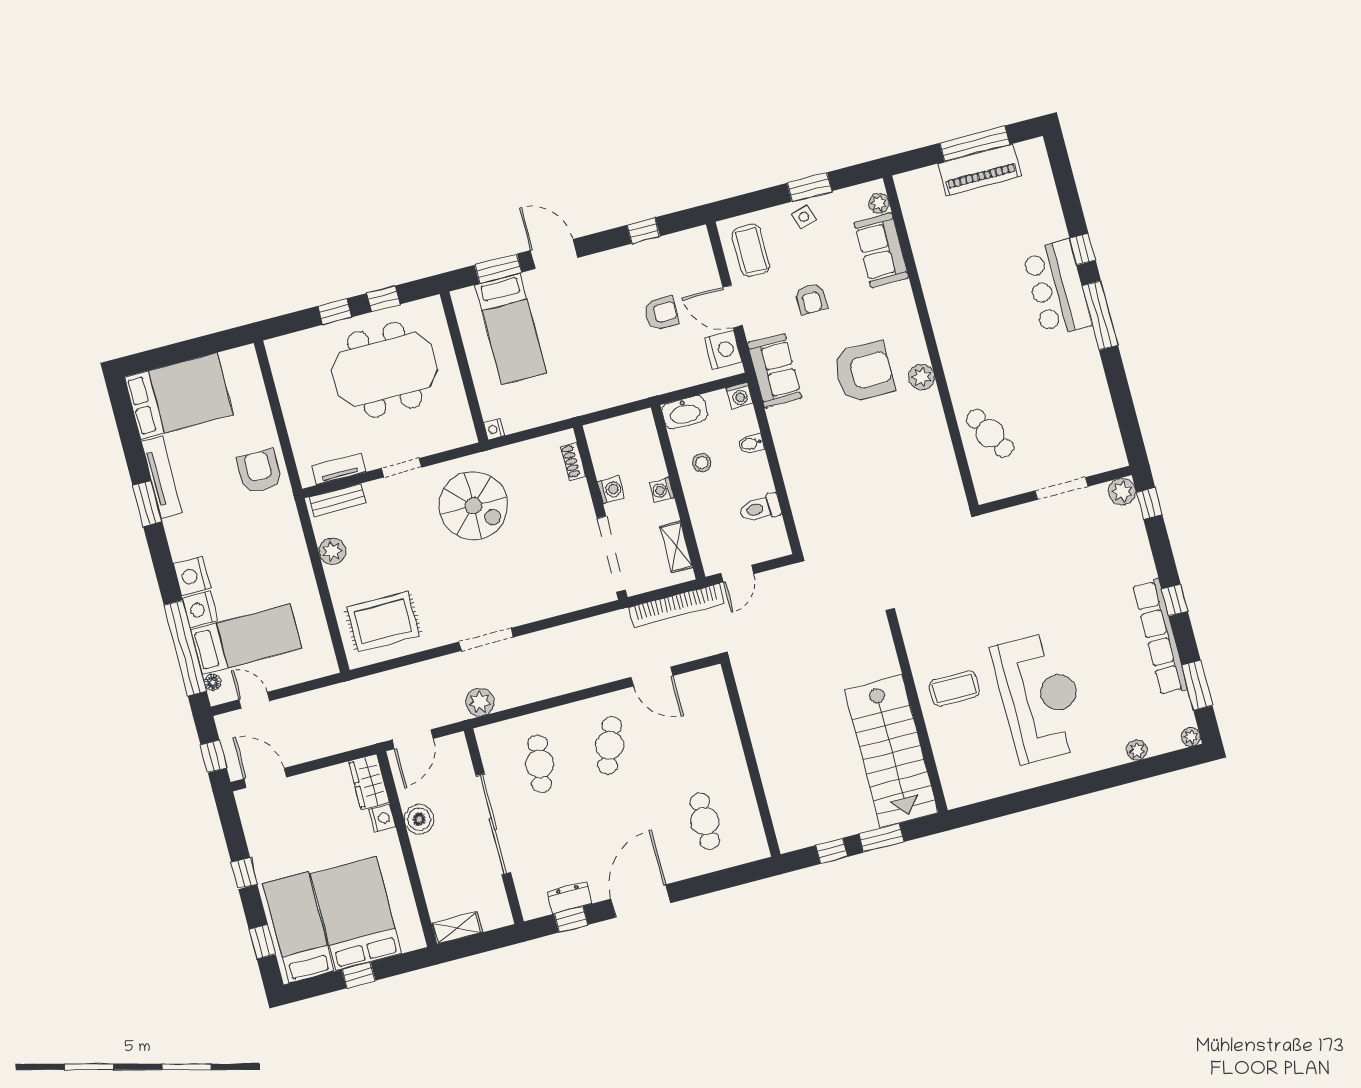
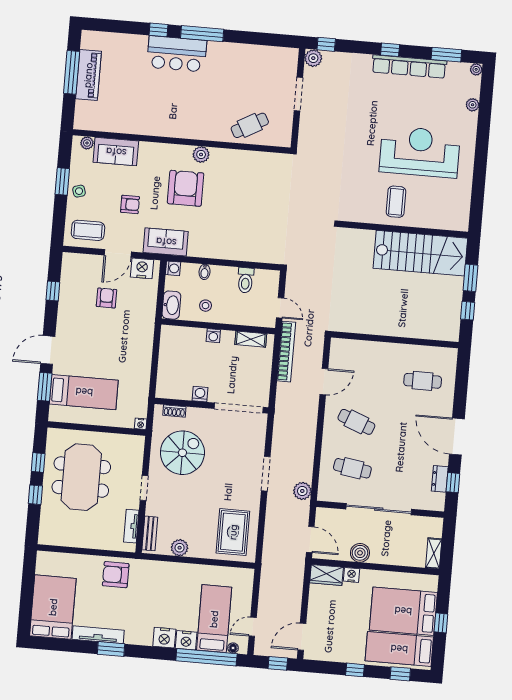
shoe rack: (573, 461) -> (174, 411), moved
washing machine: (611, 490) -> (200, 394), moved
wall: (600, 513) -> (211, 406), moved
doorway: (611, 554) -> (239, 408), moved

